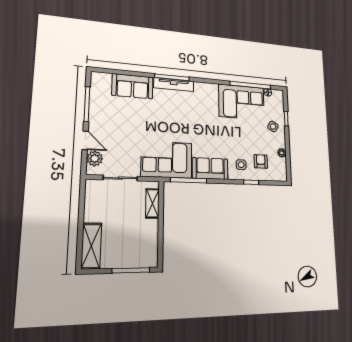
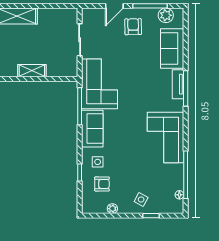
tv unit: (174, 85) -> (178, 84), width x0.71
corner sofa: (242, 102) -> (166, 137), moved
armchair: (109, 123) -> (133, 27), added
plant: (95, 158) -> (166, 15), moved
shelving: (152, 203) -> (32, 71), moved

